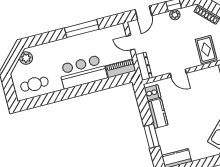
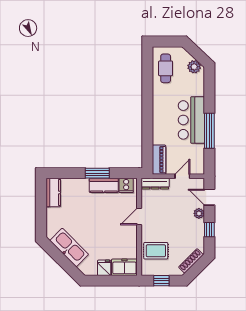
plant: (175, 15) -> (199, 213), moved
bar counter: (83, 72) -> (191, 120), moved, turned 180
window: (152, 136) -> (97, 173), moved

